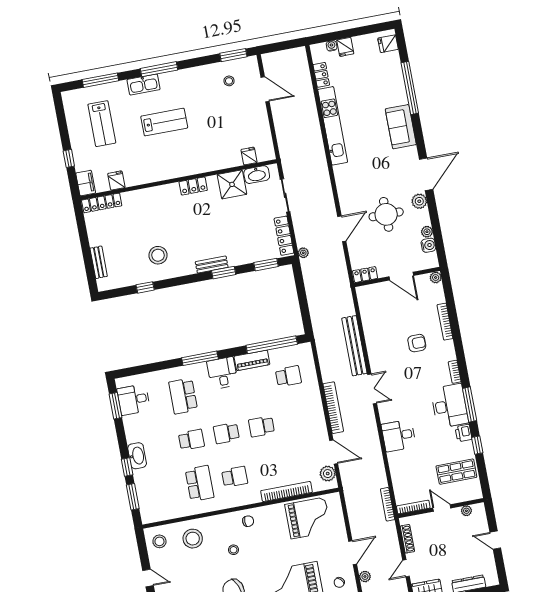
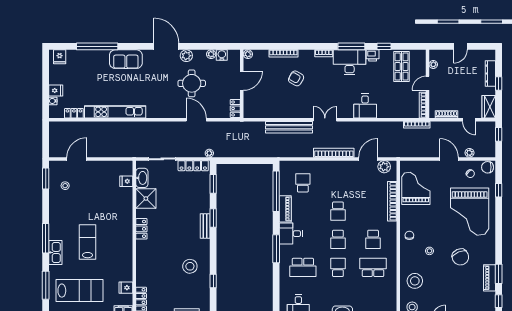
lab bench: (102, 124) -> (80, 291), width x1.36, depth x1.39
armchair: (417, 343) -> (296, 78), turned -61
school desk: (235, 477) -> (373, 239), turned 180

